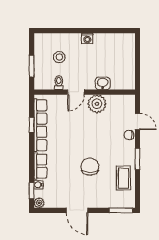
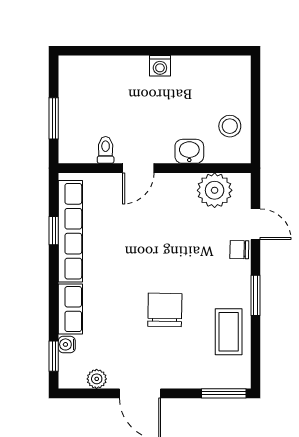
stool: (59, 57) -> (230, 126), moved
plant: (97, 104) -> (215, 190), moved
plant: (39, 203) -> (97, 379), moved

